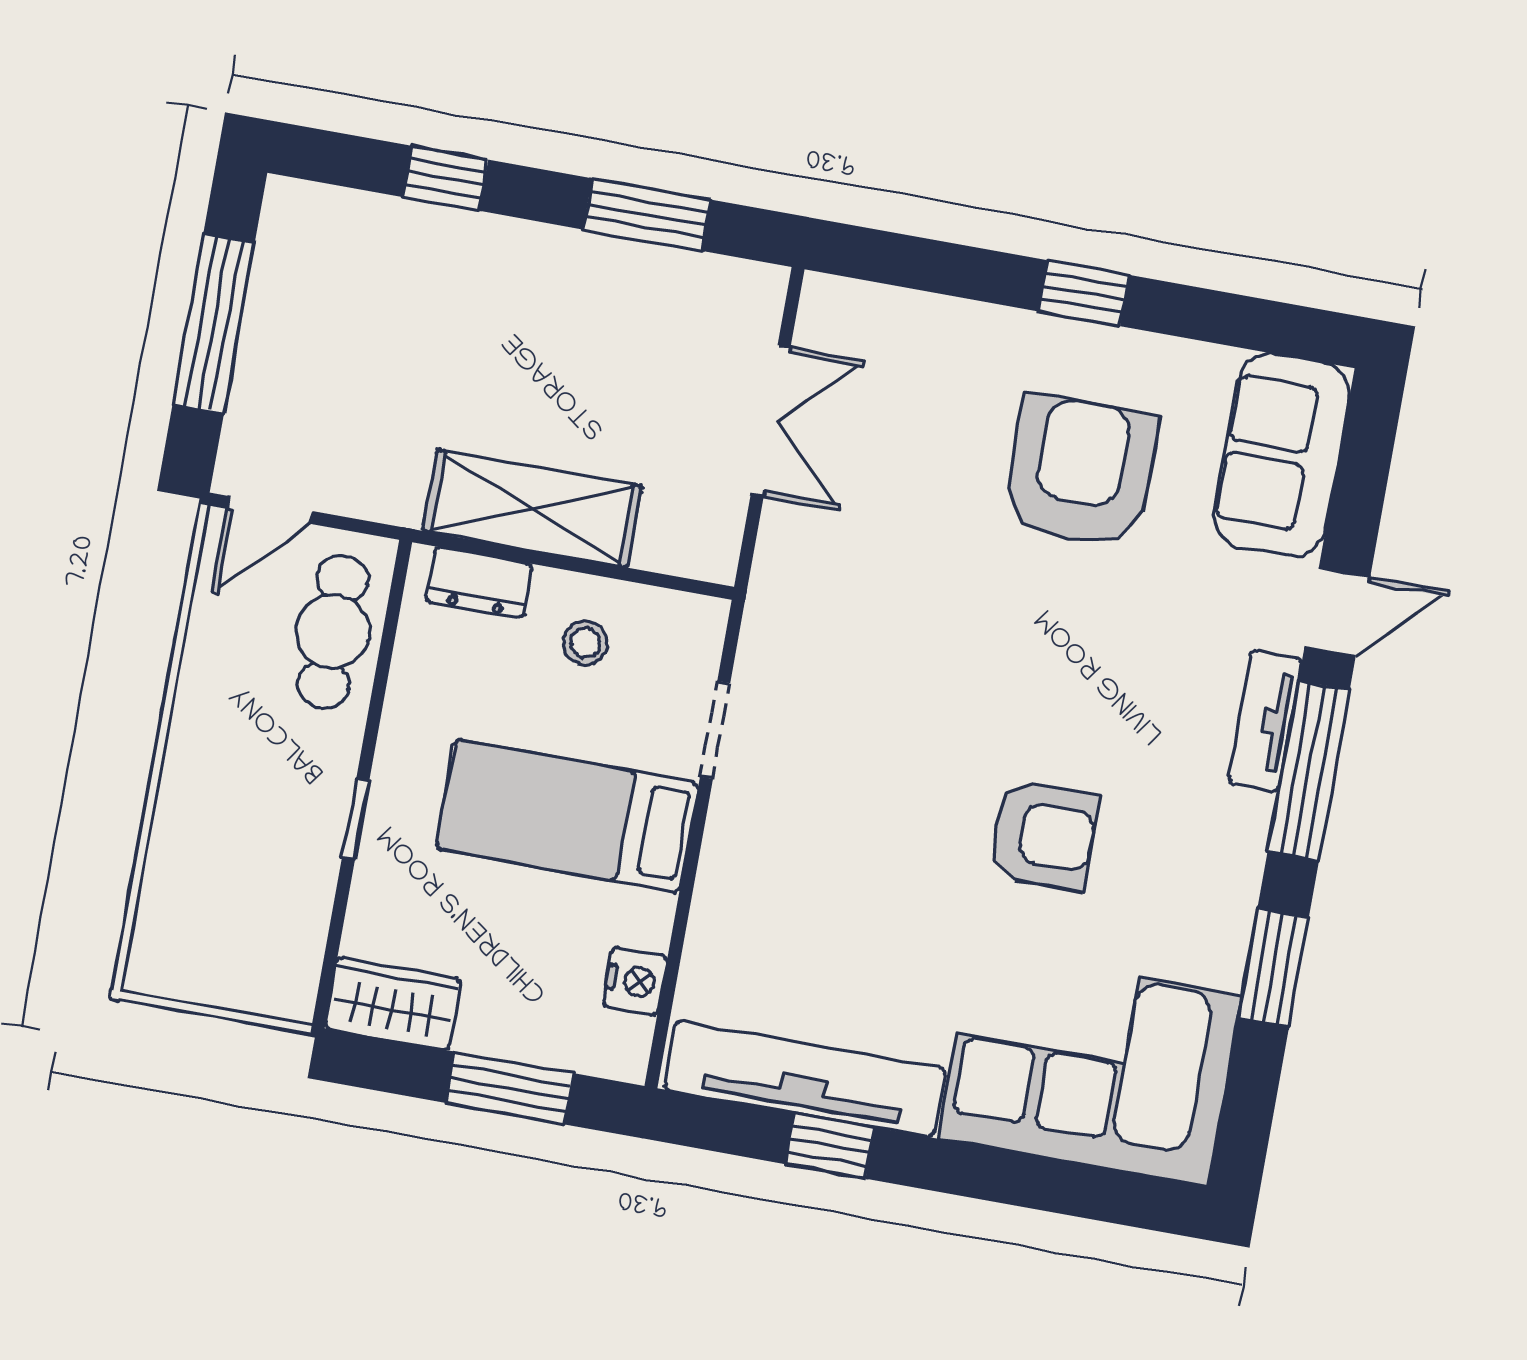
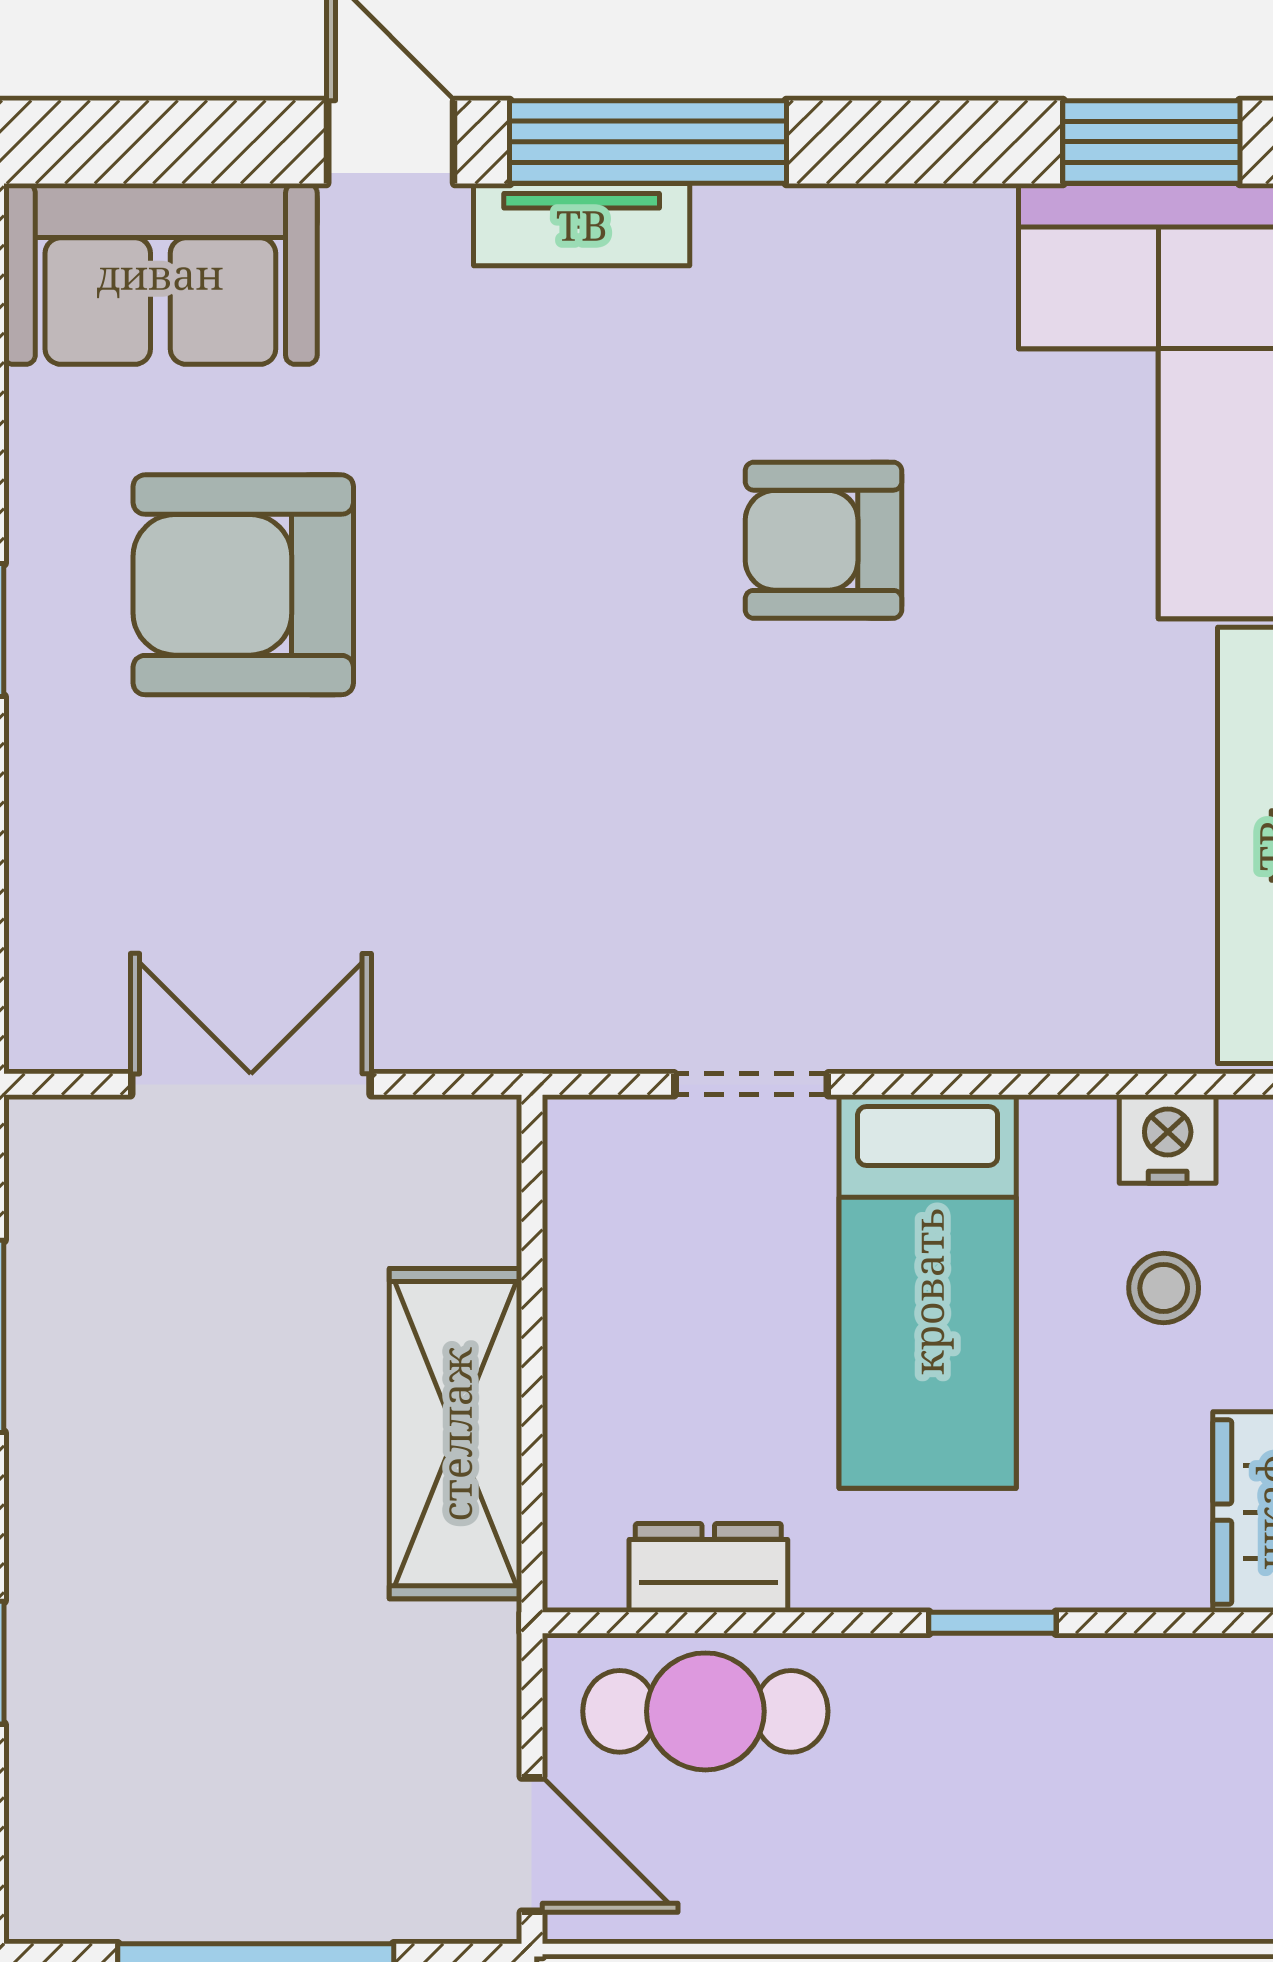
dresser: (479, 583) -> (708, 1568), moved, turned -90
stool: (585, 643) -> (1164, 1288), moved
armchair: (1043, 835) -> (823, 540), turned -90
window: (1273, 968) -> (1151, 142), moved

